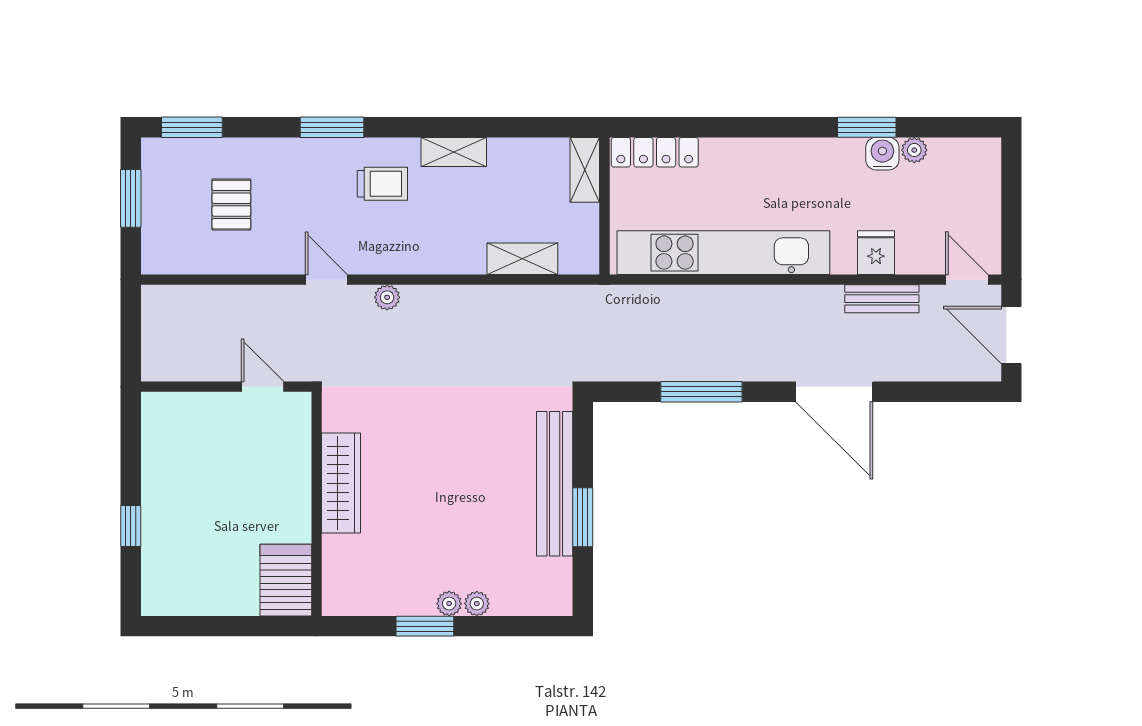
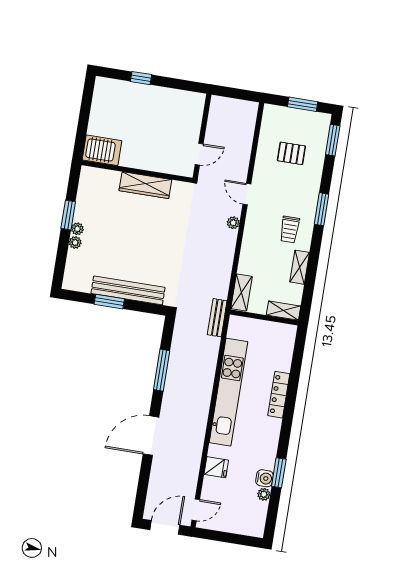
locker: (655, 152) -> (279, 395), moved
shelving: (585, 170) -> (284, 311), moved
wall: (605, 206) -> (264, 317), moved
door: (326, 280) -> (247, 194), swing flipped
bench: (882, 299) -> (217, 318), moved

